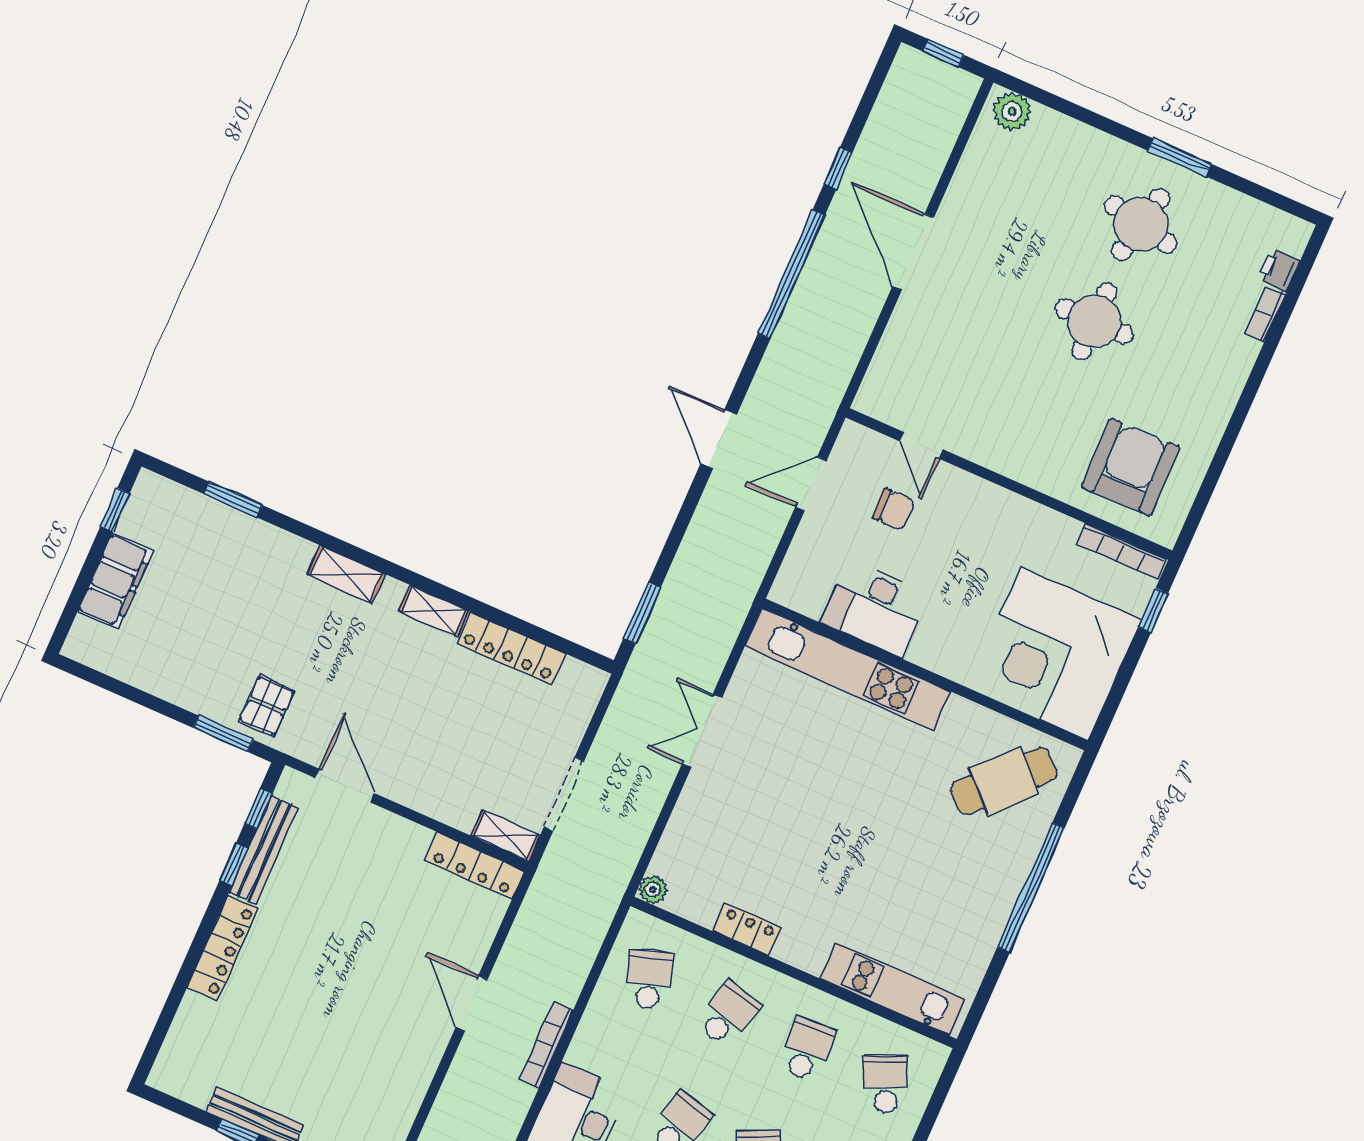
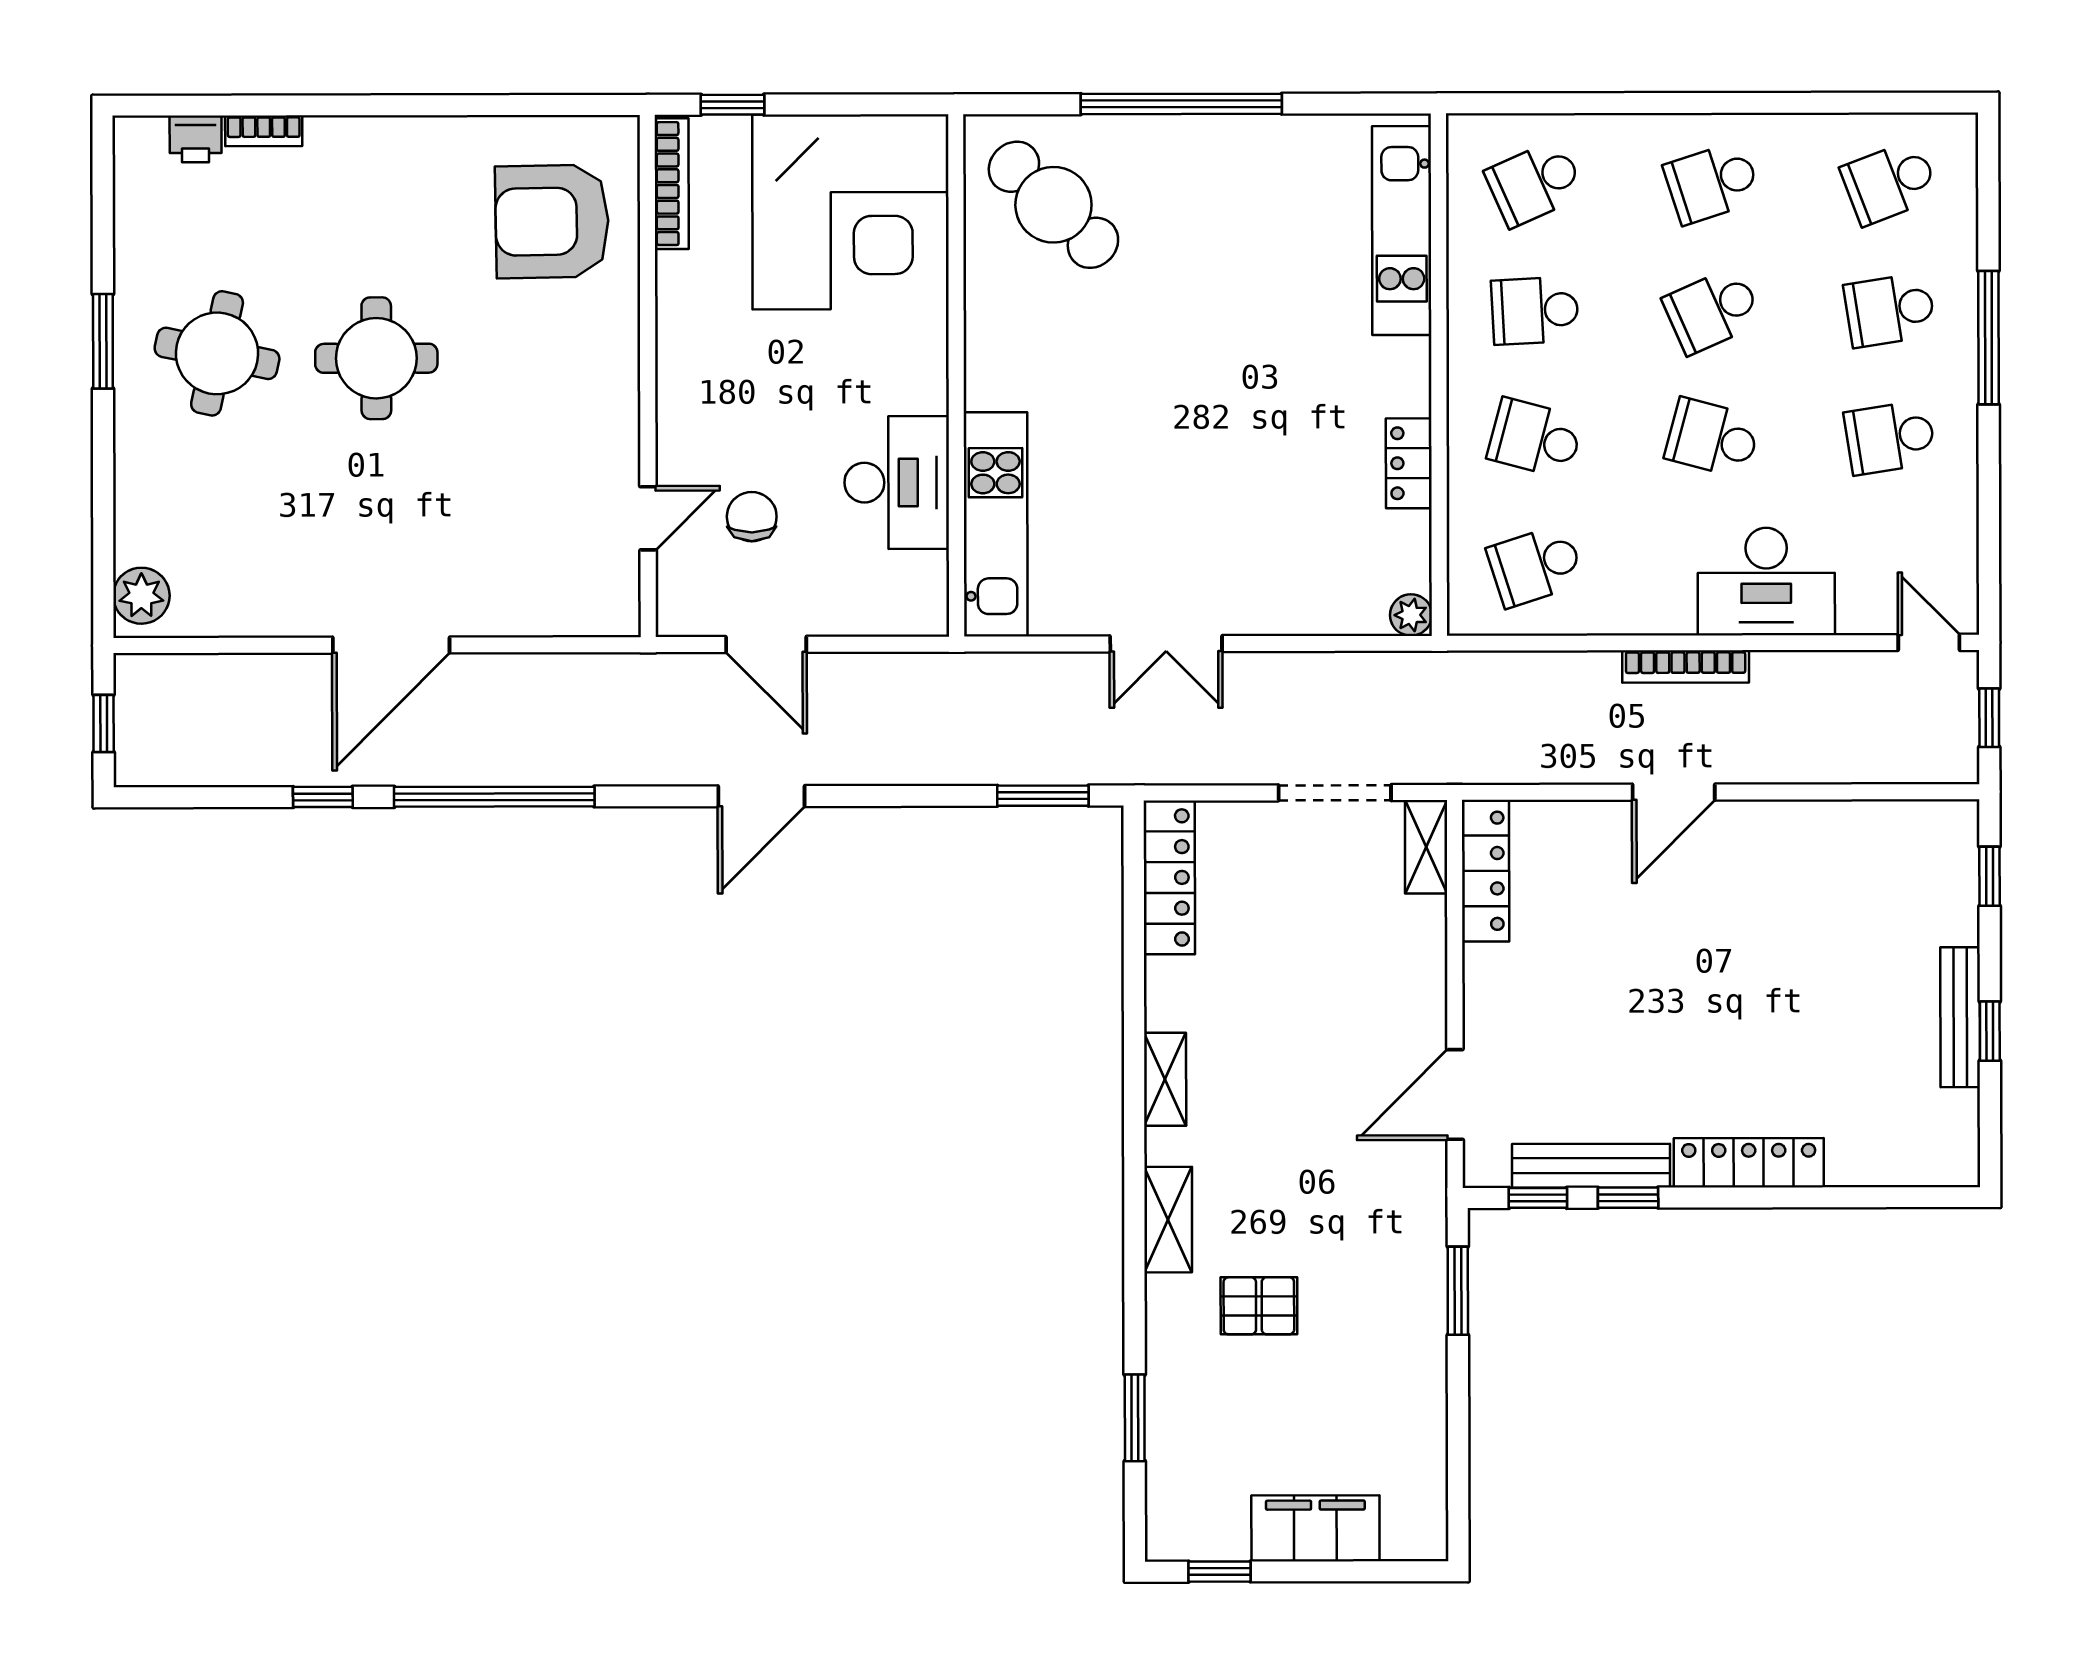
locker: (511, 648) -> (1169, 877), moved
kitchen unit: (848, 669) -> (996, 524), width x0.73
pallet: (267, 706) -> (1259, 1306), moved

